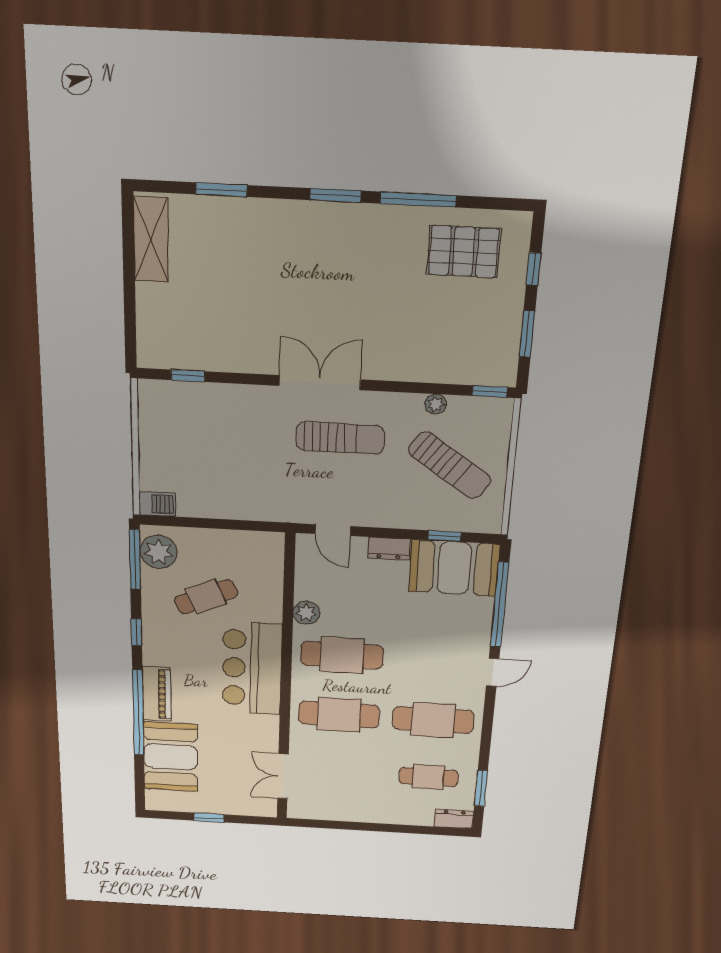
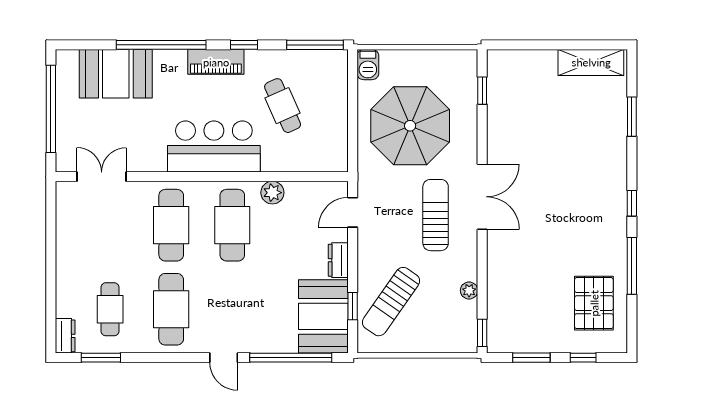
window: (336, 195) -> (632, 203), width x0.67
sun lounger: (340, 438) -> (436, 215), turned 180
parasol: (231, 461) -> (410, 126), added
sun lounger: (450, 465) -> (391, 302), moved
plant: (159, 552) -> (323, 65), removed
piano: (157, 694) -> (216, 62), moved
window: (209, 817) -> (51, 109), width x3.17

